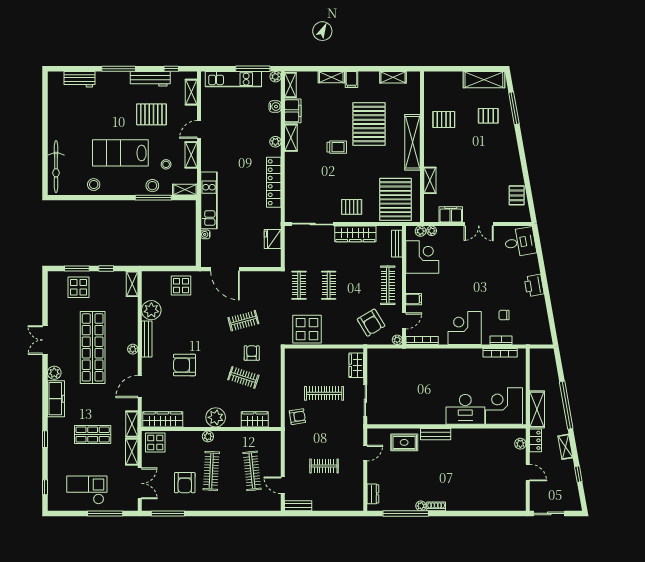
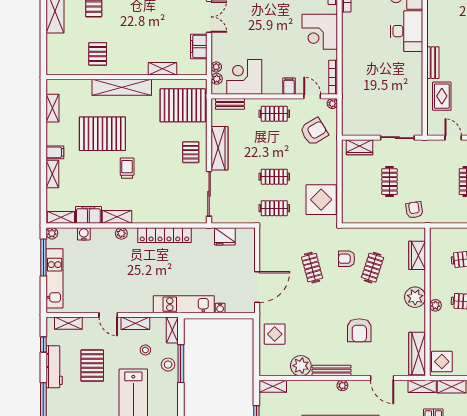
clothes rail: (388, 285) -> (274, 114), width x0.73
clothes rail: (324, 393) -> (389, 182), width x0.73

